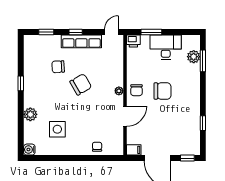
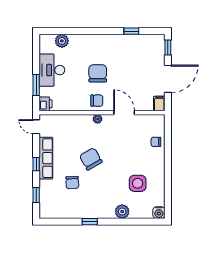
window: (203, 61) -> (66, 31), removed

